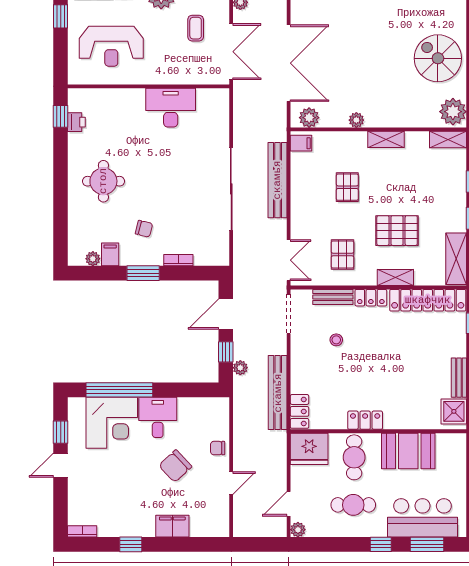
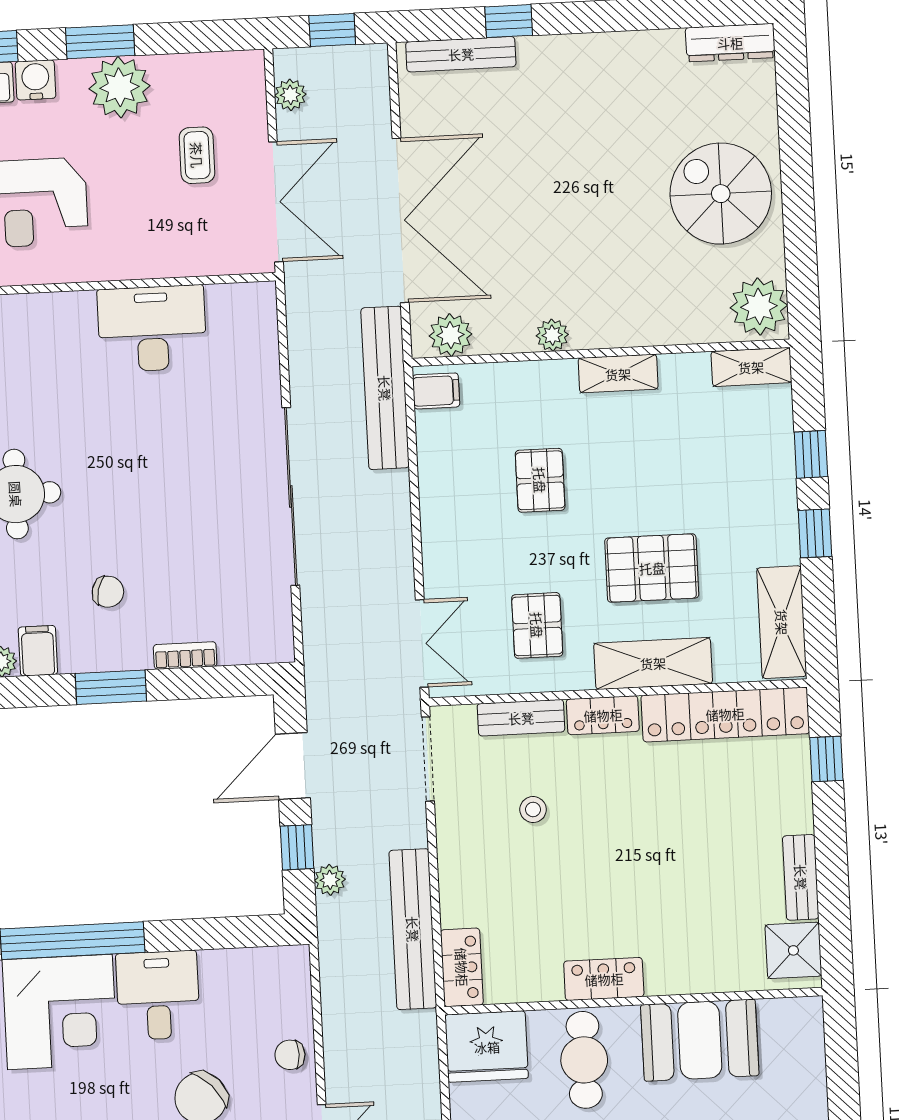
bench: (277, 180) -> (385, 388), moved
shelving: (395, 278) -> (653, 663), width x1.50, depth x1.33

